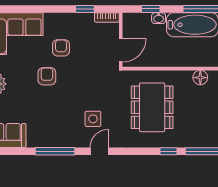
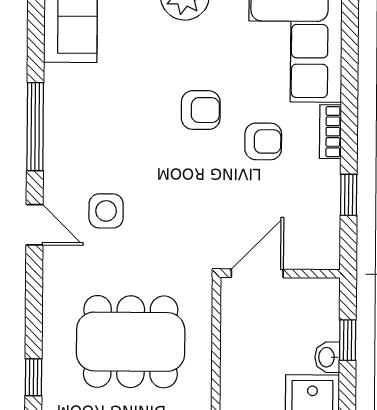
bookcase: (107, 17) -> (330, 132), moved
door: (121, 50) -> (257, 273), swing flipped

